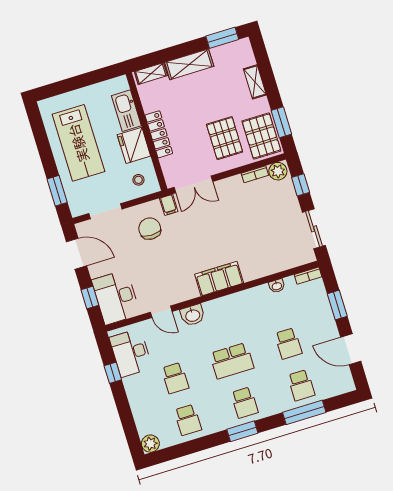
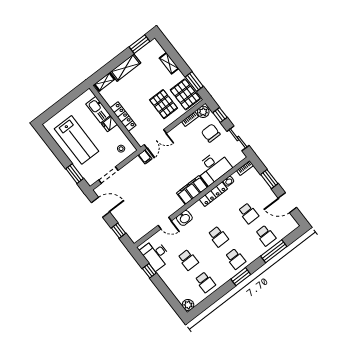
fridge: (134, 145) -> (109, 124), width x0.53, depth x0.75
chair: (150, 229) -> (211, 133), moved
locker: (248, 296) -> (213, 194), added
desk: (116, 297) -> (213, 168), moved, turned -90
school desk: (232, 361) -> (218, 237), width x0.54

